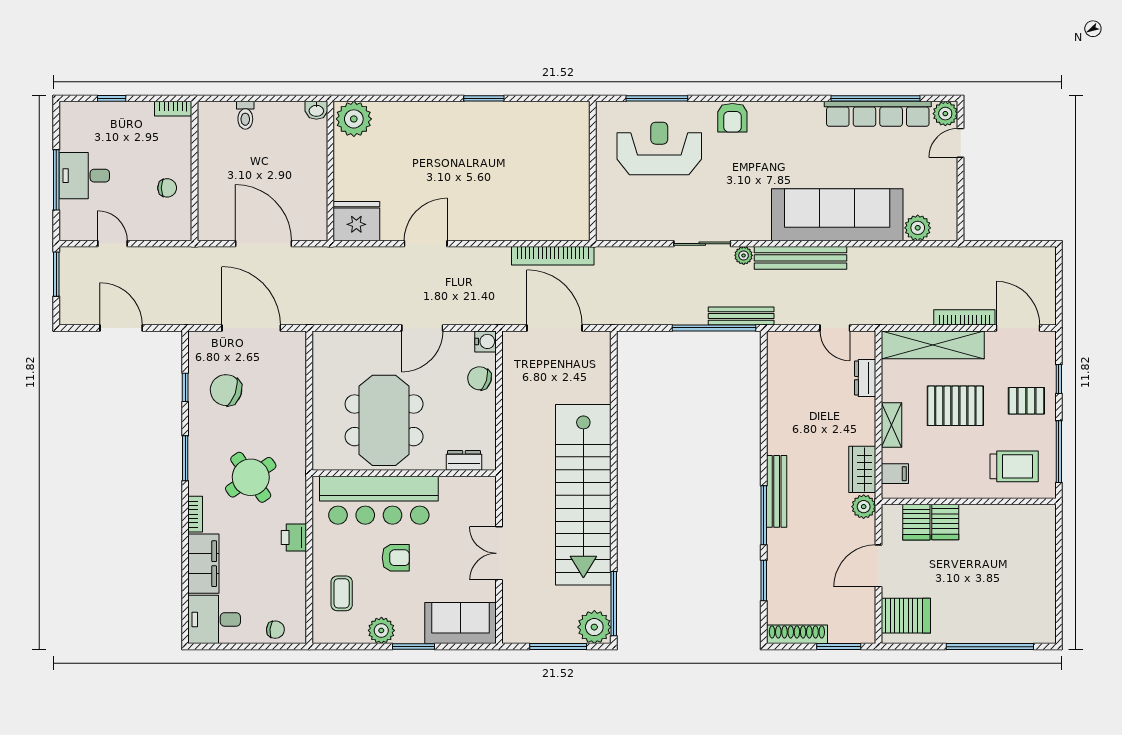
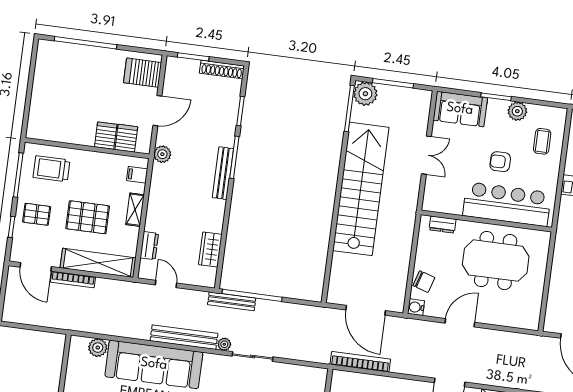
meeting table: (384, 420) -> (496, 261), turned 90
wardrobe: (862, 469) -> (210, 249), moved, turned 180

